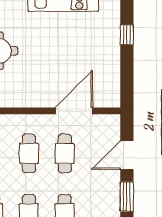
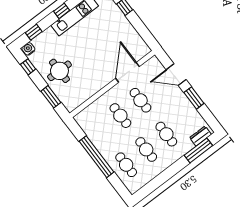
door: (127, 155) -> (176, 75), hinge flipped

